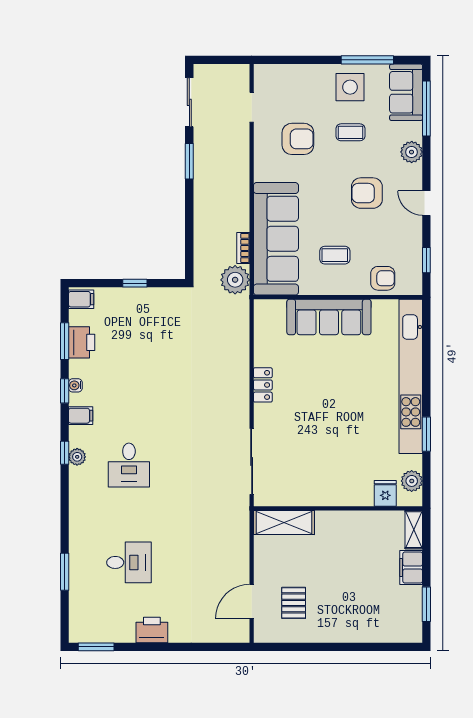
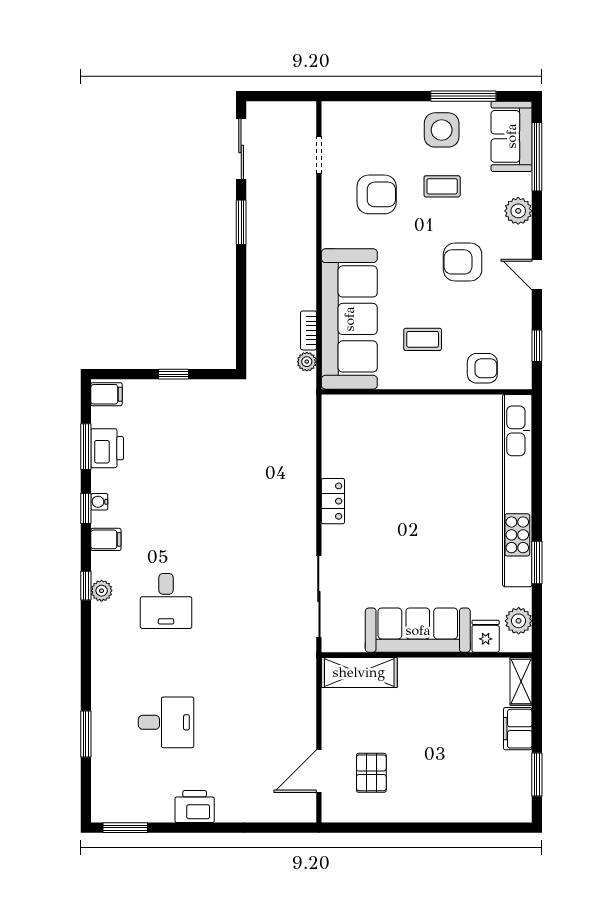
plant: (235, 280) -> (307, 362), width x0.53, depth x0.53
sofa: (329, 317) -> (418, 630), moved, turned 180

